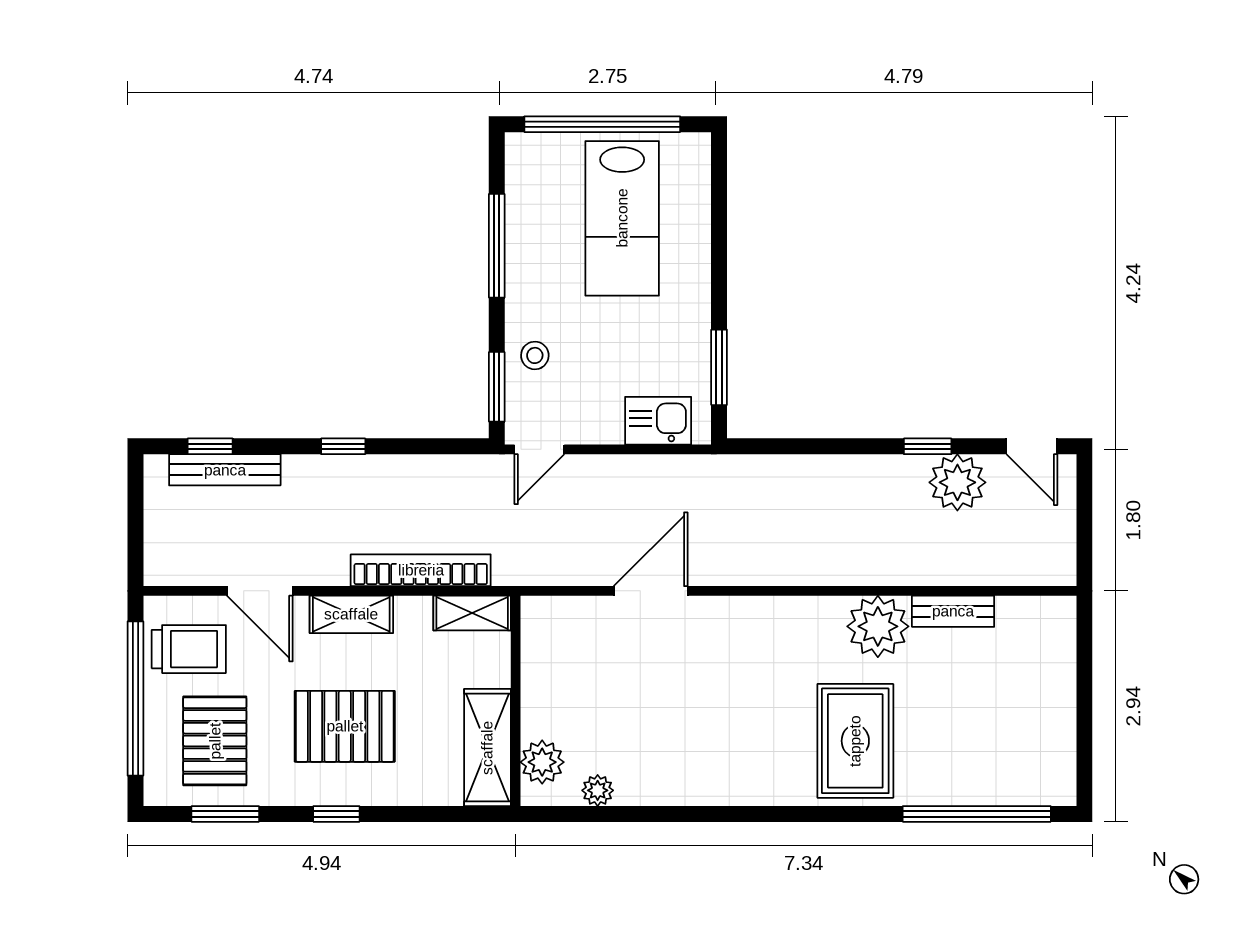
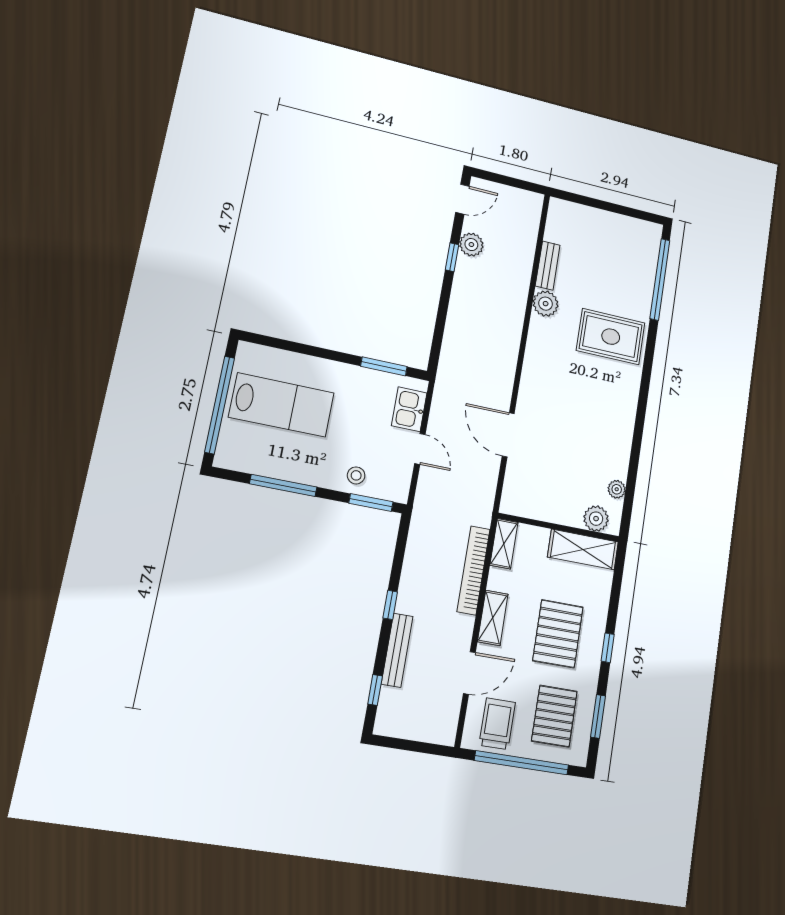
door: (539, 449) -> (420, 449), moved
bench: (225, 470) -> (397, 650), moved
plant: (957, 482) -> (471, 245), width x0.73, depth x0.73
plant: (878, 626) -> (546, 304), width x0.73, depth x0.73
pallet: (215, 741) -> (554, 716), turned 90

